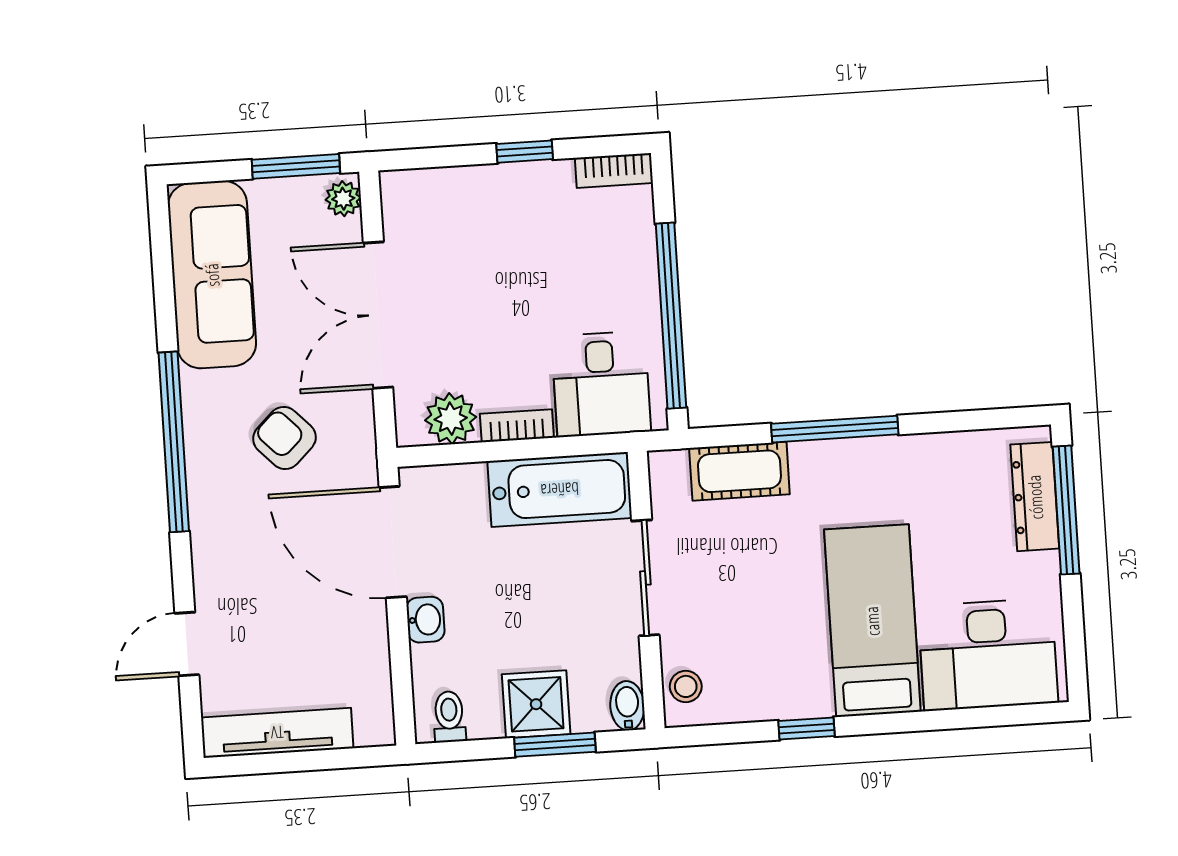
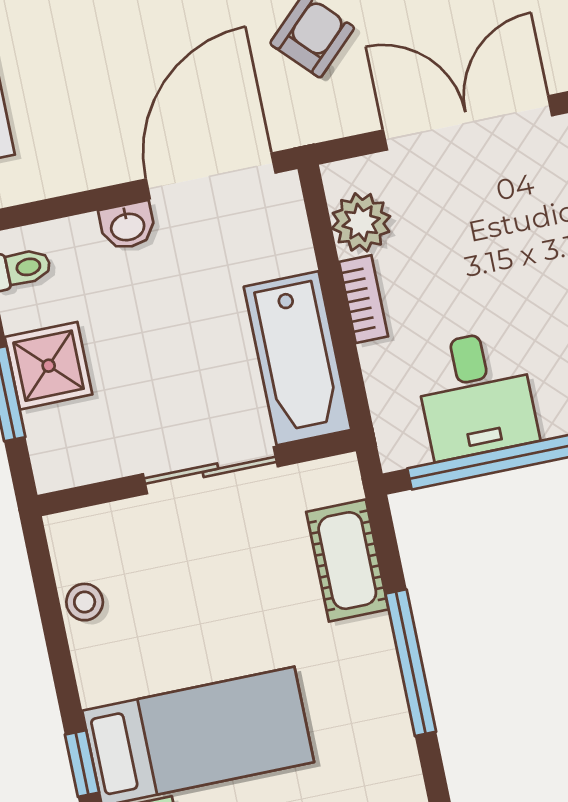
desk: (601, 384) -> (476, 394), moved, turned -90
stool: (686, 686) -> (85, 602), moved
bidet: (627, 706) -> (62, 470), removed
window: (807, 728) -> (82, 764), moved

